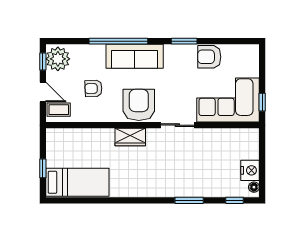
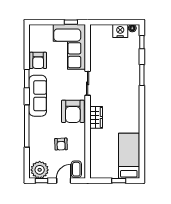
sofa: (135, 56) -> (38, 96), moved
armchair: (139, 105) -> (73, 111), turned -90

